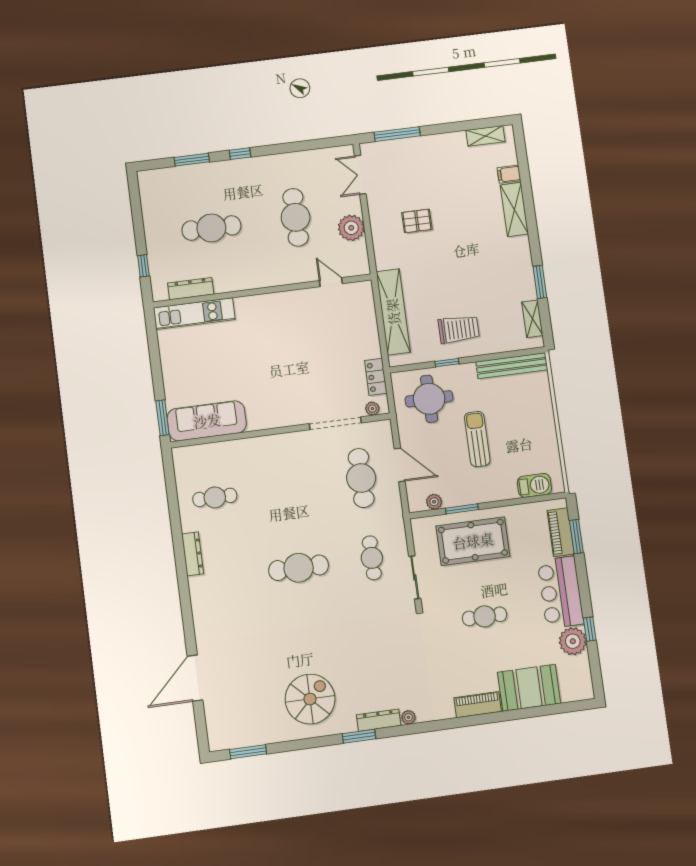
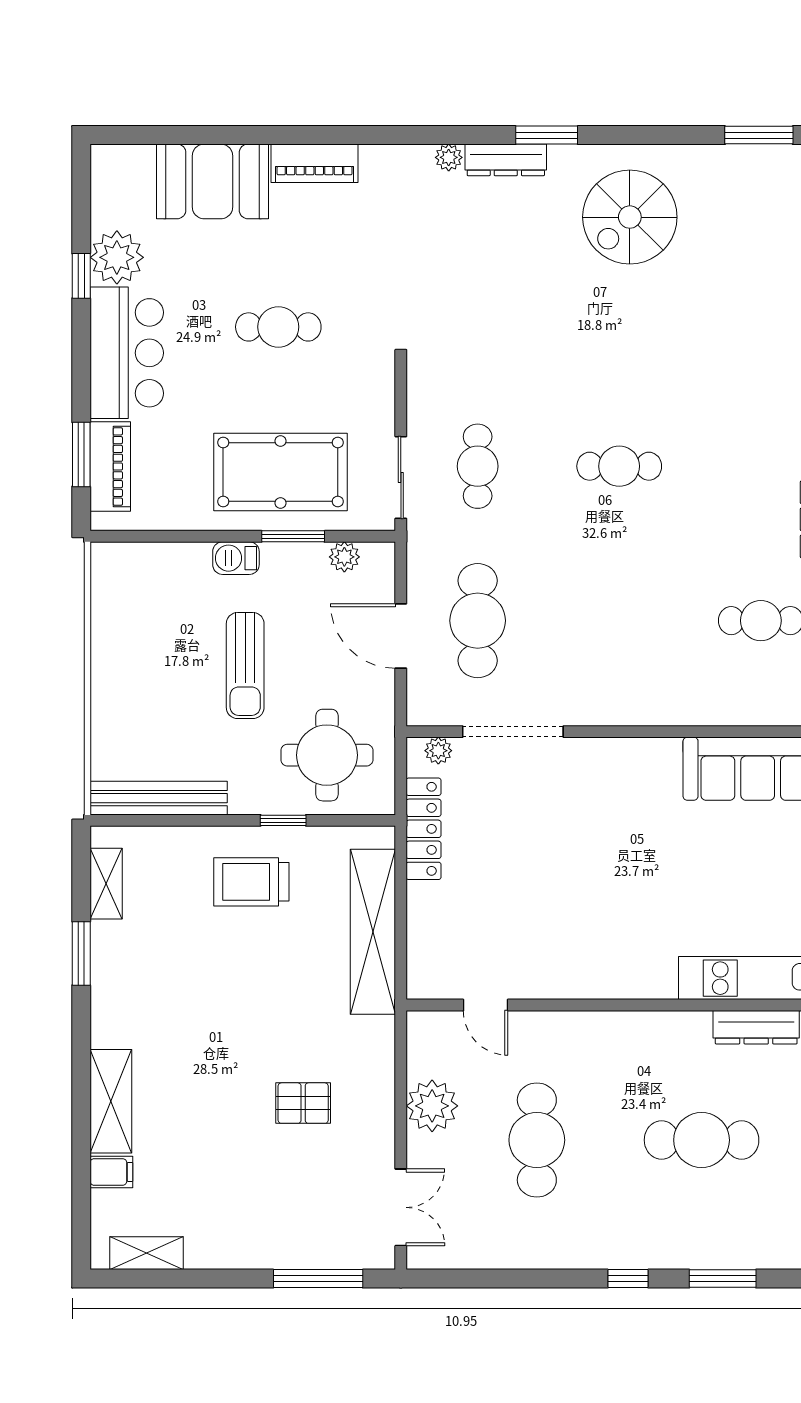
locker: (376, 377) -> (424, 829), width x1.53
barbecue: (534, 485) -> (236, 558), moved, width x0.73, depth x0.79
cafe table: (299, 568) -> (619, 466), width x0.73, depth x0.74
sliding door: (415, 577) -> (401, 478), moved

